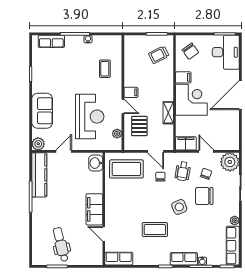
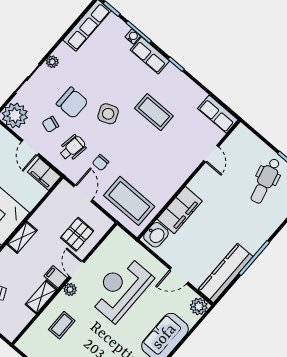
shelving: (129, 74) -> (41, 297), added
shelving: (168, 113) -> (22, 237), moved
plant: (117, 134) -> (70, 289), moved
filing cabinet: (94, 209) -> (180, 210), moved
plant: (235, 221) -> (52, 62), moved

